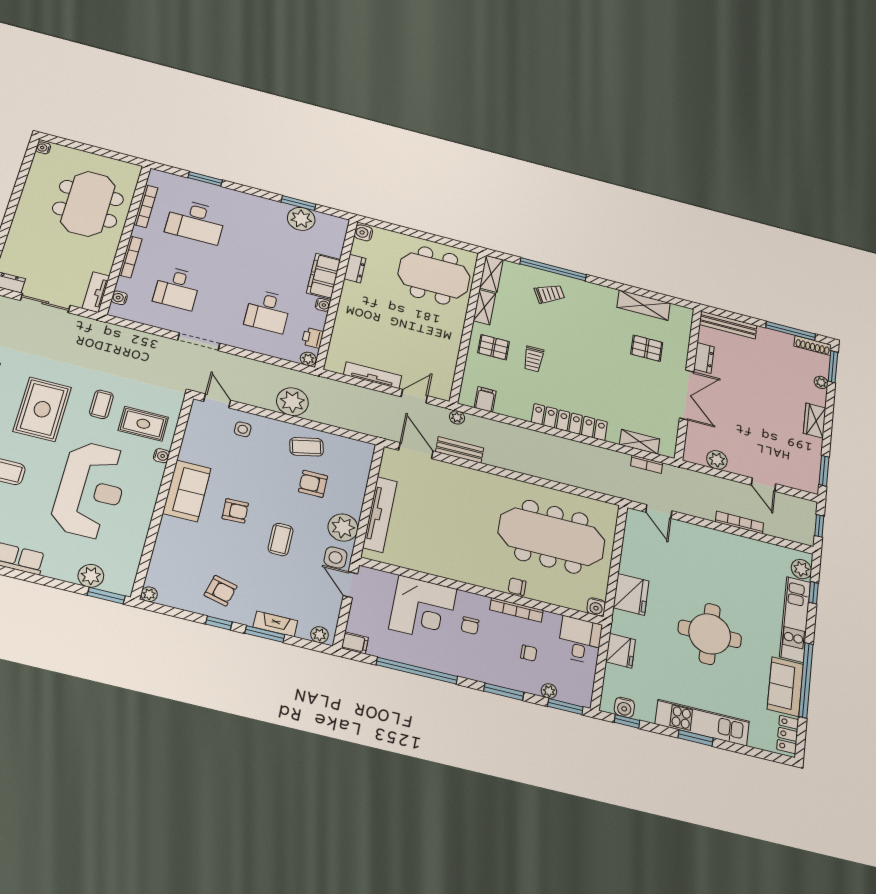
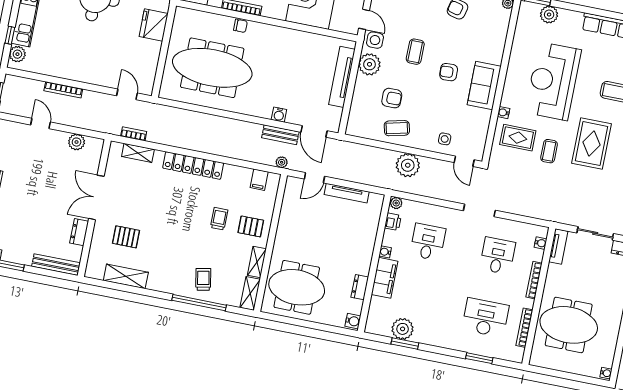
meeting table: (88, 204) -> (569, 325), turned 90
trolley: (549, 294) -> (203, 279), turned 106
water cooler: (596, 607) -> (279, 115), moved, turned 180

